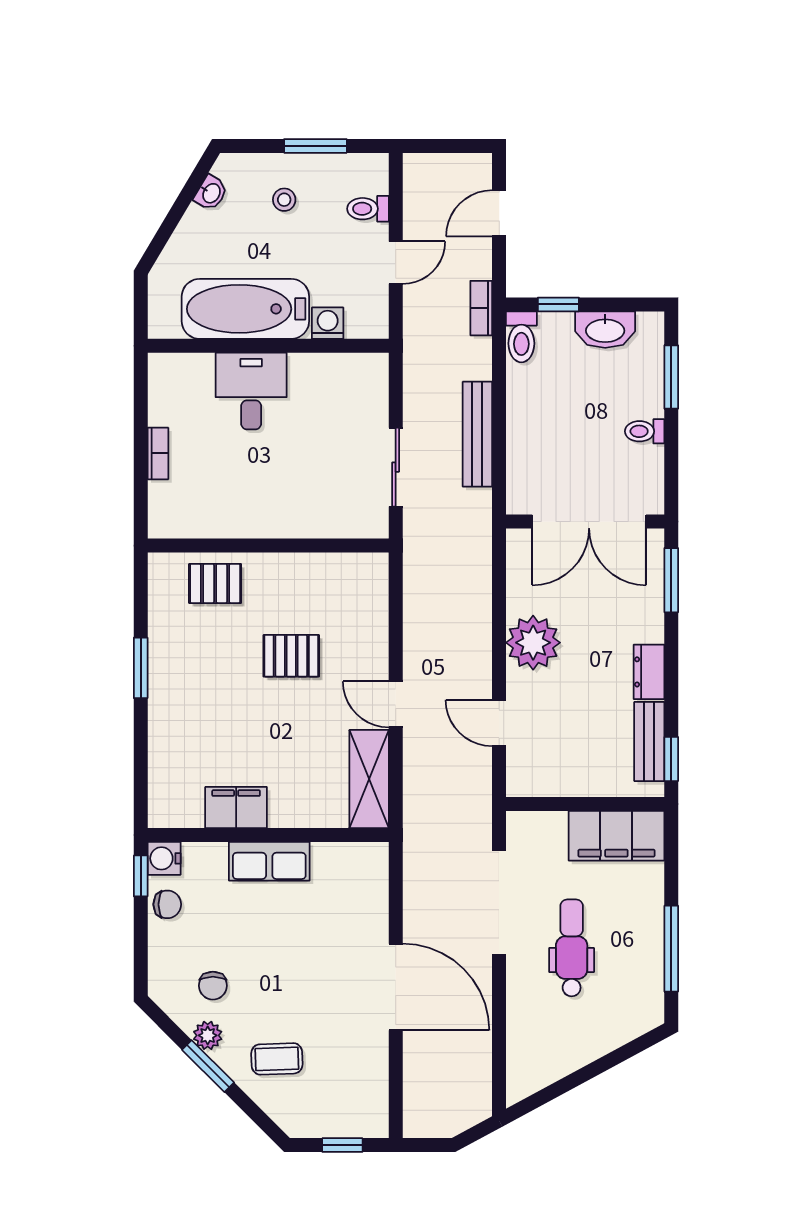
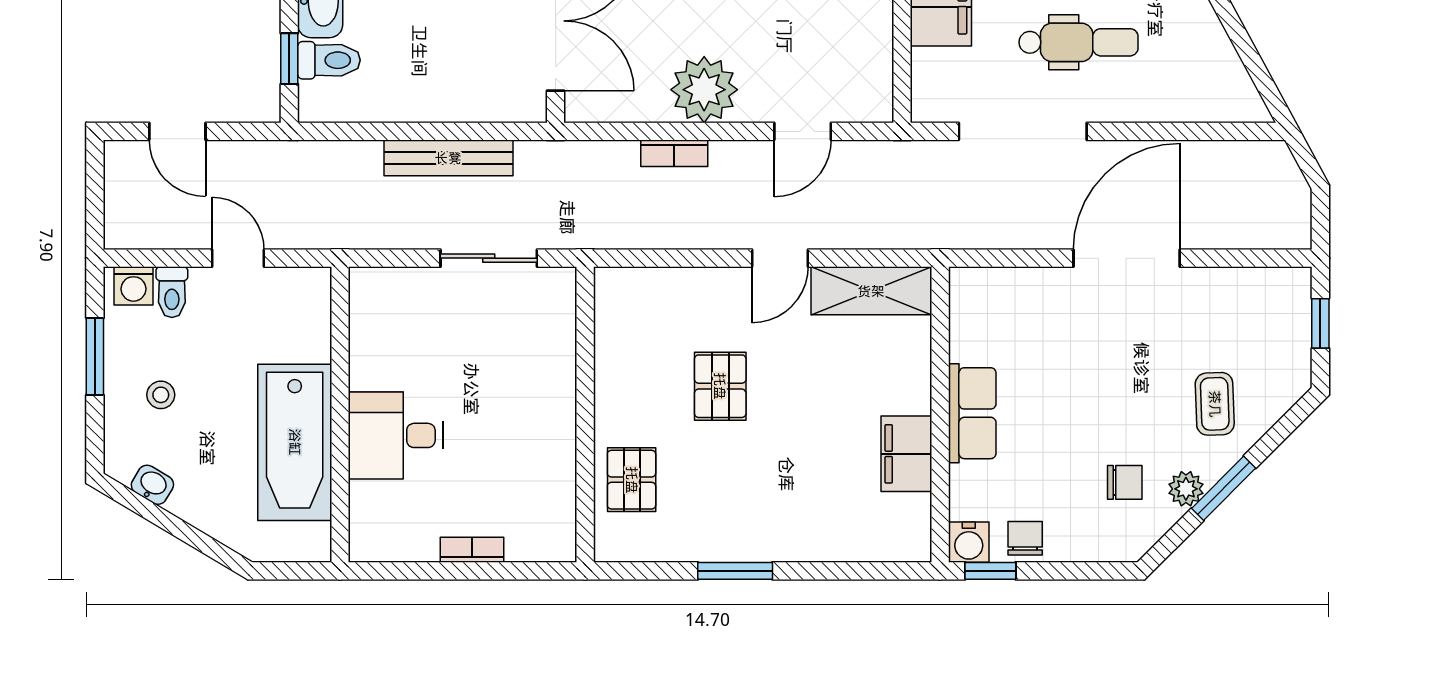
bookcase: (481, 308) -> (674, 153), moved
washing machine: (328, 323) -> (134, 286), moved, turned -90
toilet: (521, 337) -> (329, 60), moved
dental chair: (572, 948) -> (1079, 42), turned 180

